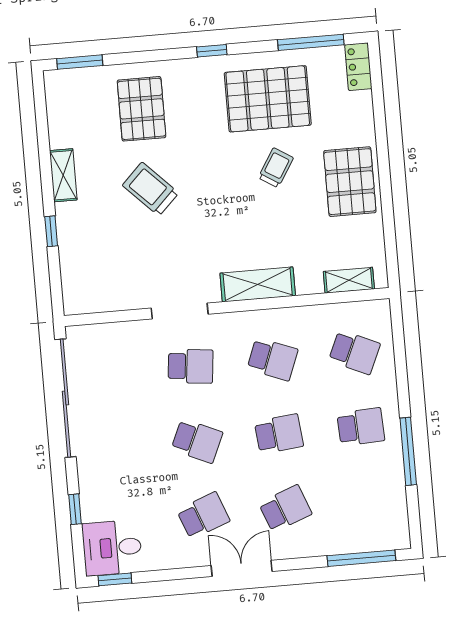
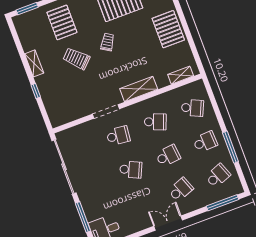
trolley: (276, 168) -> (107, 42), moved
window: (75, 509) -> (83, 217), width x2.17
school desk: (203, 516) -> (218, 176), moved

